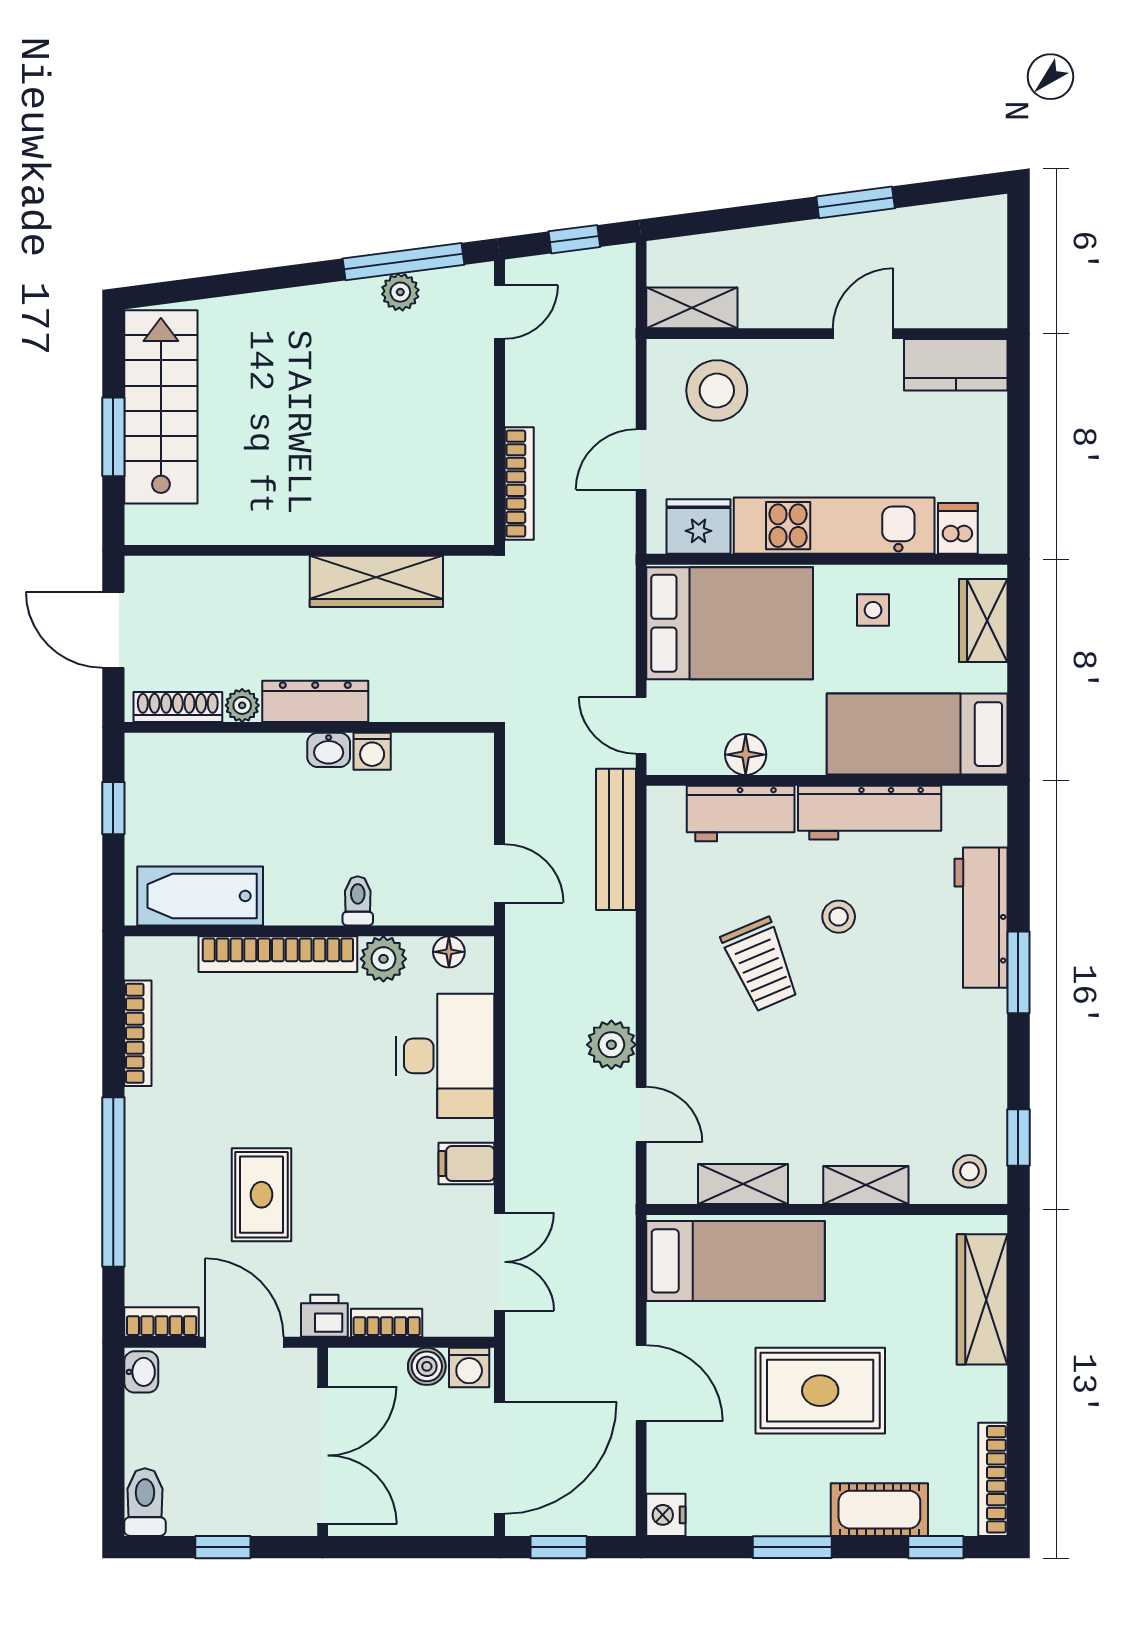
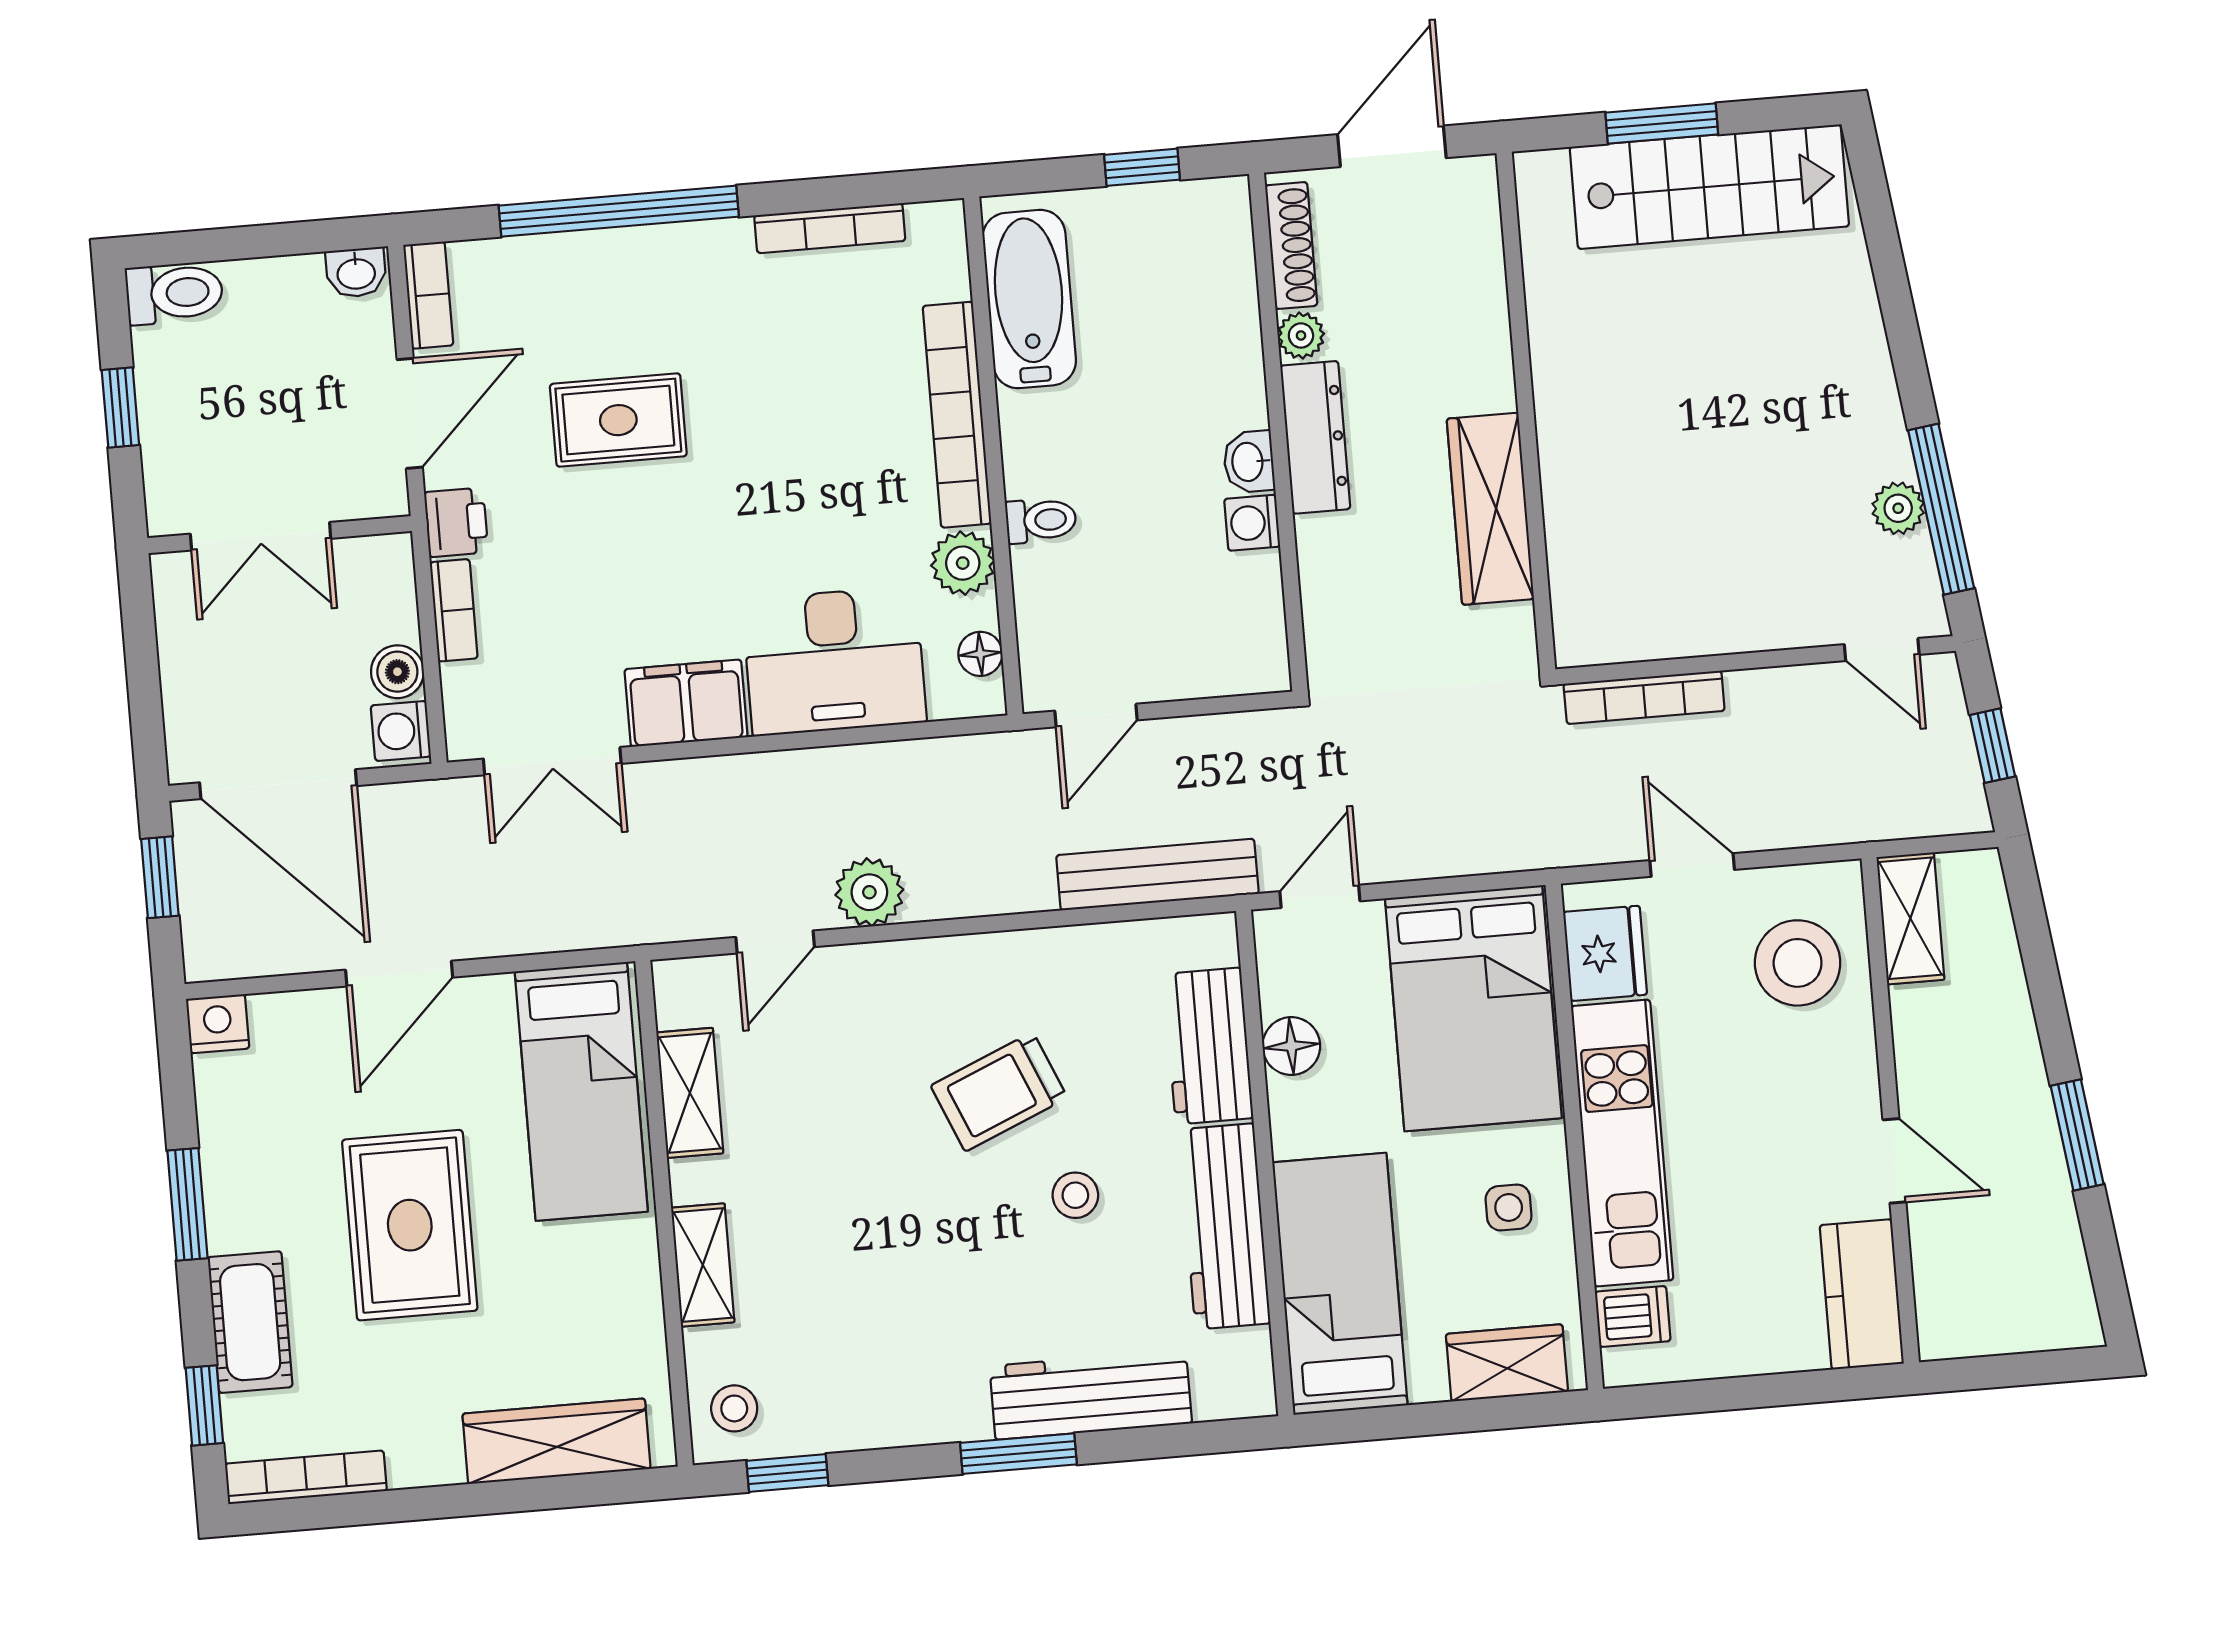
filing cabinet: (466, 1164) -> (686, 703), width x2.00
double door: (323, 1455) -> (261, 536), width x0.73

